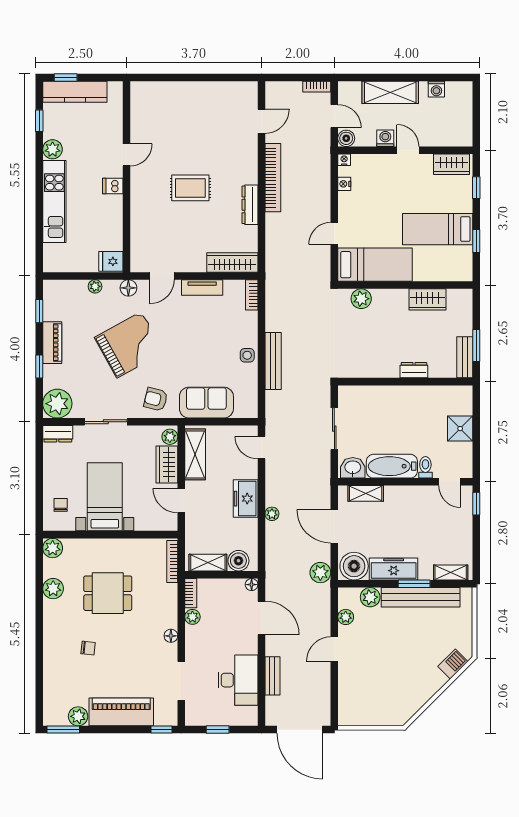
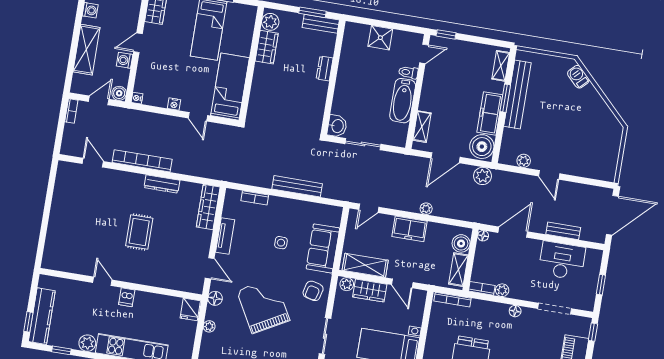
nightstand: (344, 184) -> (174, 104), moved
bookcase: (252, 295) -> (255, 198), moved
plant: (361, 299) -> (270, 22), moved
side table: (247, 355) -> (281, 243), moved
washbasin: (353, 468) -> (337, 126), moved, turned 180
door: (181, 501) -> (402, 283), hinge flipped
plant: (370, 597) -> (510, 137), removed

